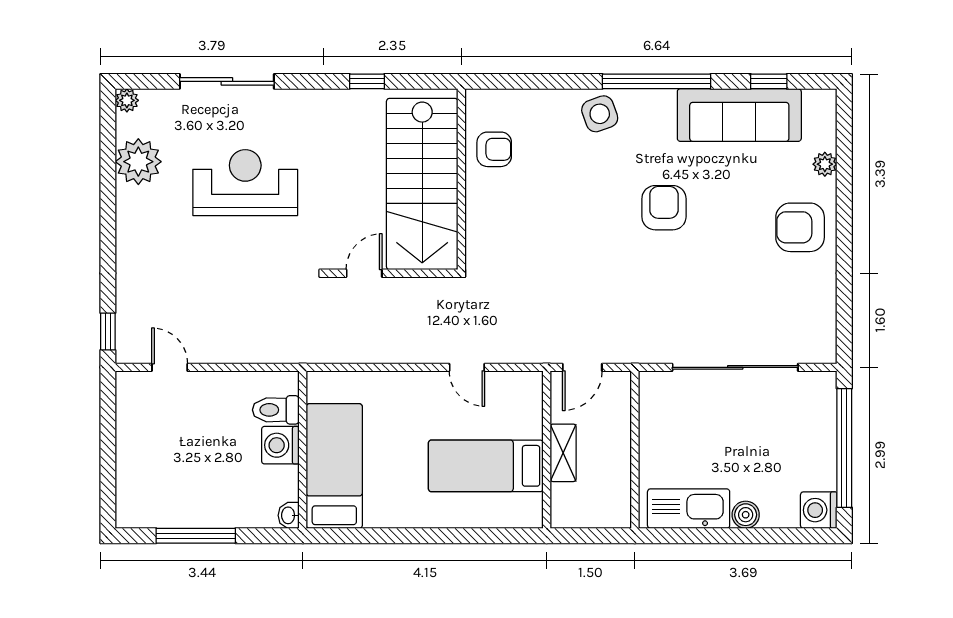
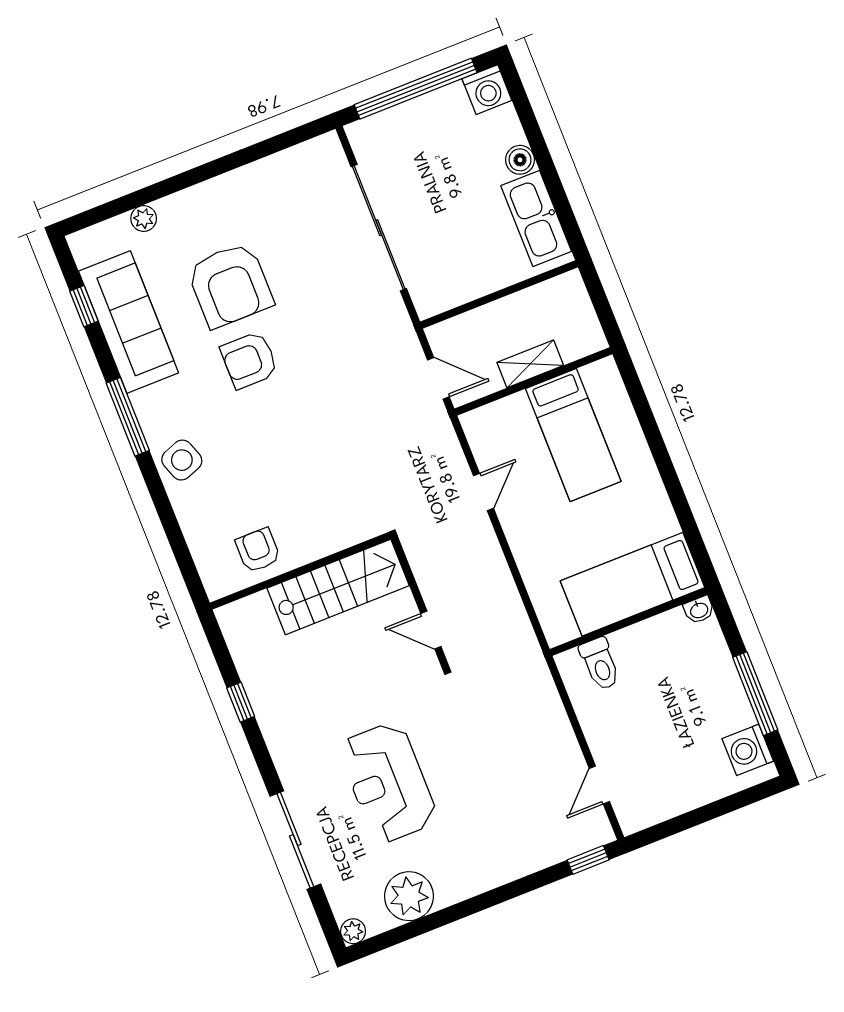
window: (656, 81) -> (128, 417), width x0.68
stairs: (422, 184) -> (338, 587), width x0.73, depth x0.66
armchair: (800, 227) -> (230, 285), moved, width x1.36, depth x1.36
washing machine: (280, 445) -> (748, 750), moved, turned 90

